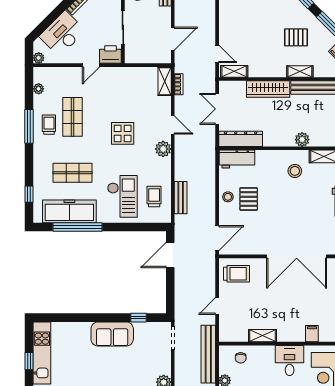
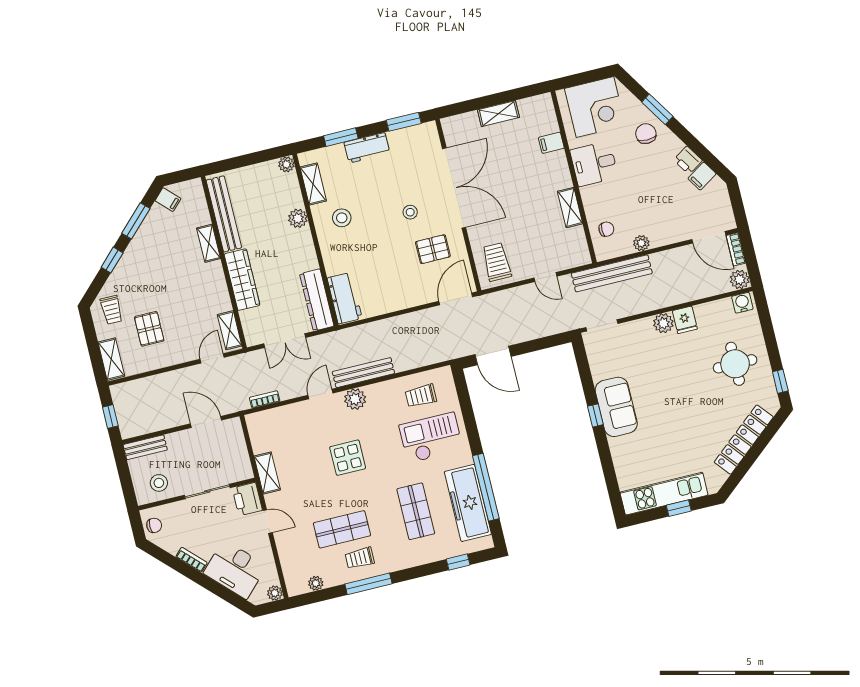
pallet: (296, 37) -> (149, 329), moved
shelving: (165, 81) -> (267, 473), moved, turned 90
stool: (228, 197) -> (410, 212), moved
bench: (181, 198) -> (363, 373), moved, width x1.36
pallet: (249, 199) -> (433, 249), moved
door: (217, 238) -> (456, 299), hinge flipped
window: (139, 318) -> (595, 415), moved

